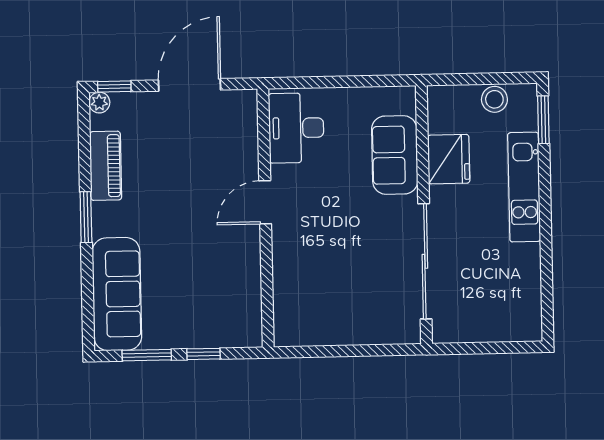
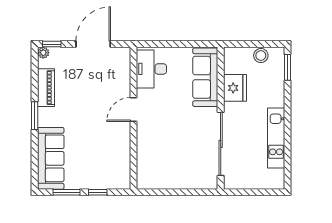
sofa: (395, 155) -> (205, 77), width x1.36
kitchen unit: (524, 187) -> (276, 138), moved

